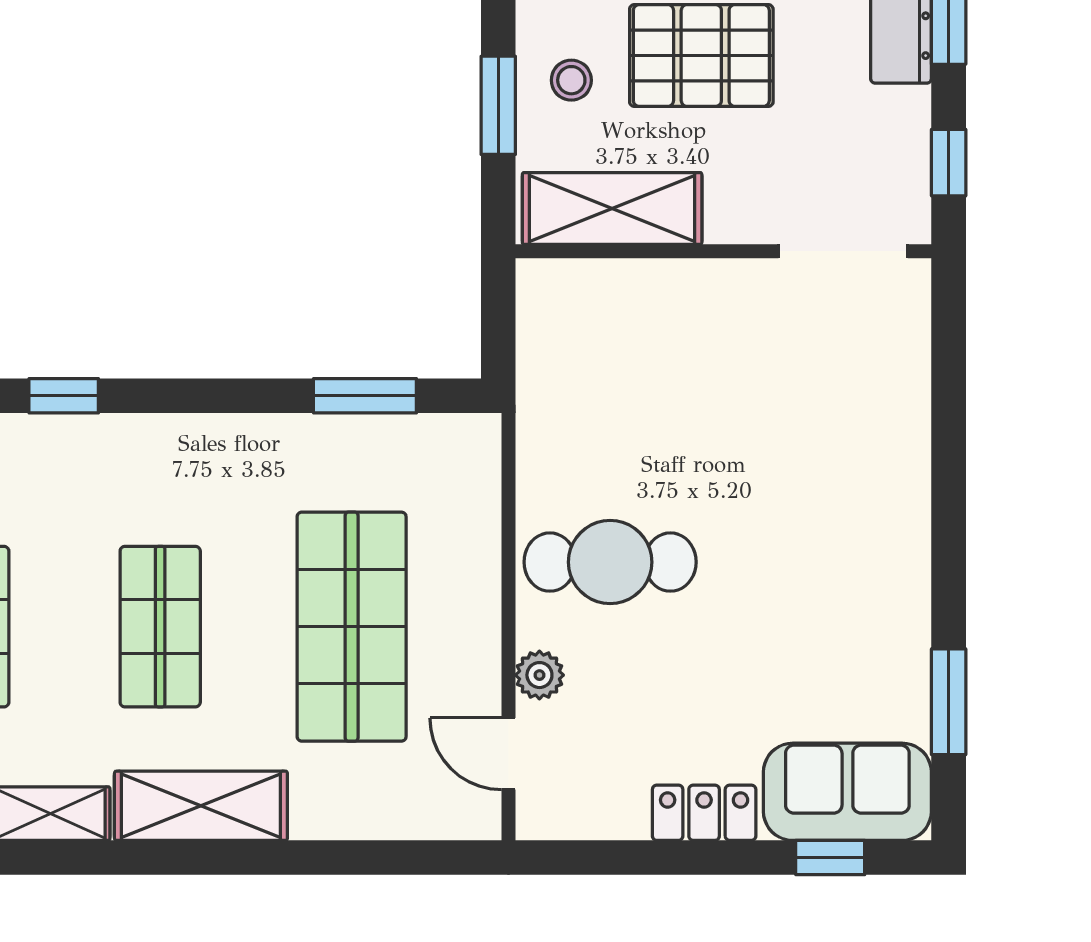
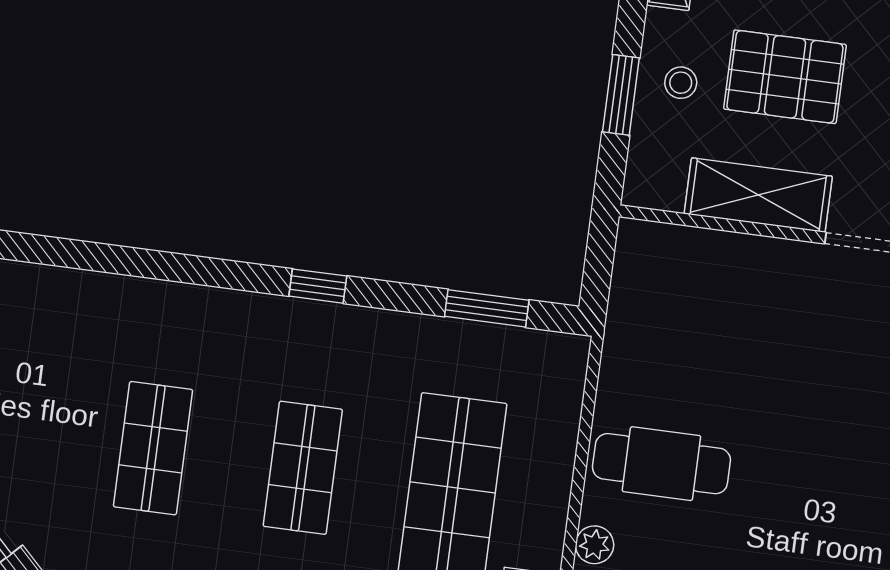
shelving: (612, 208) -> (758, 195), moved
window: (64, 396) -> (318, 286), moved

